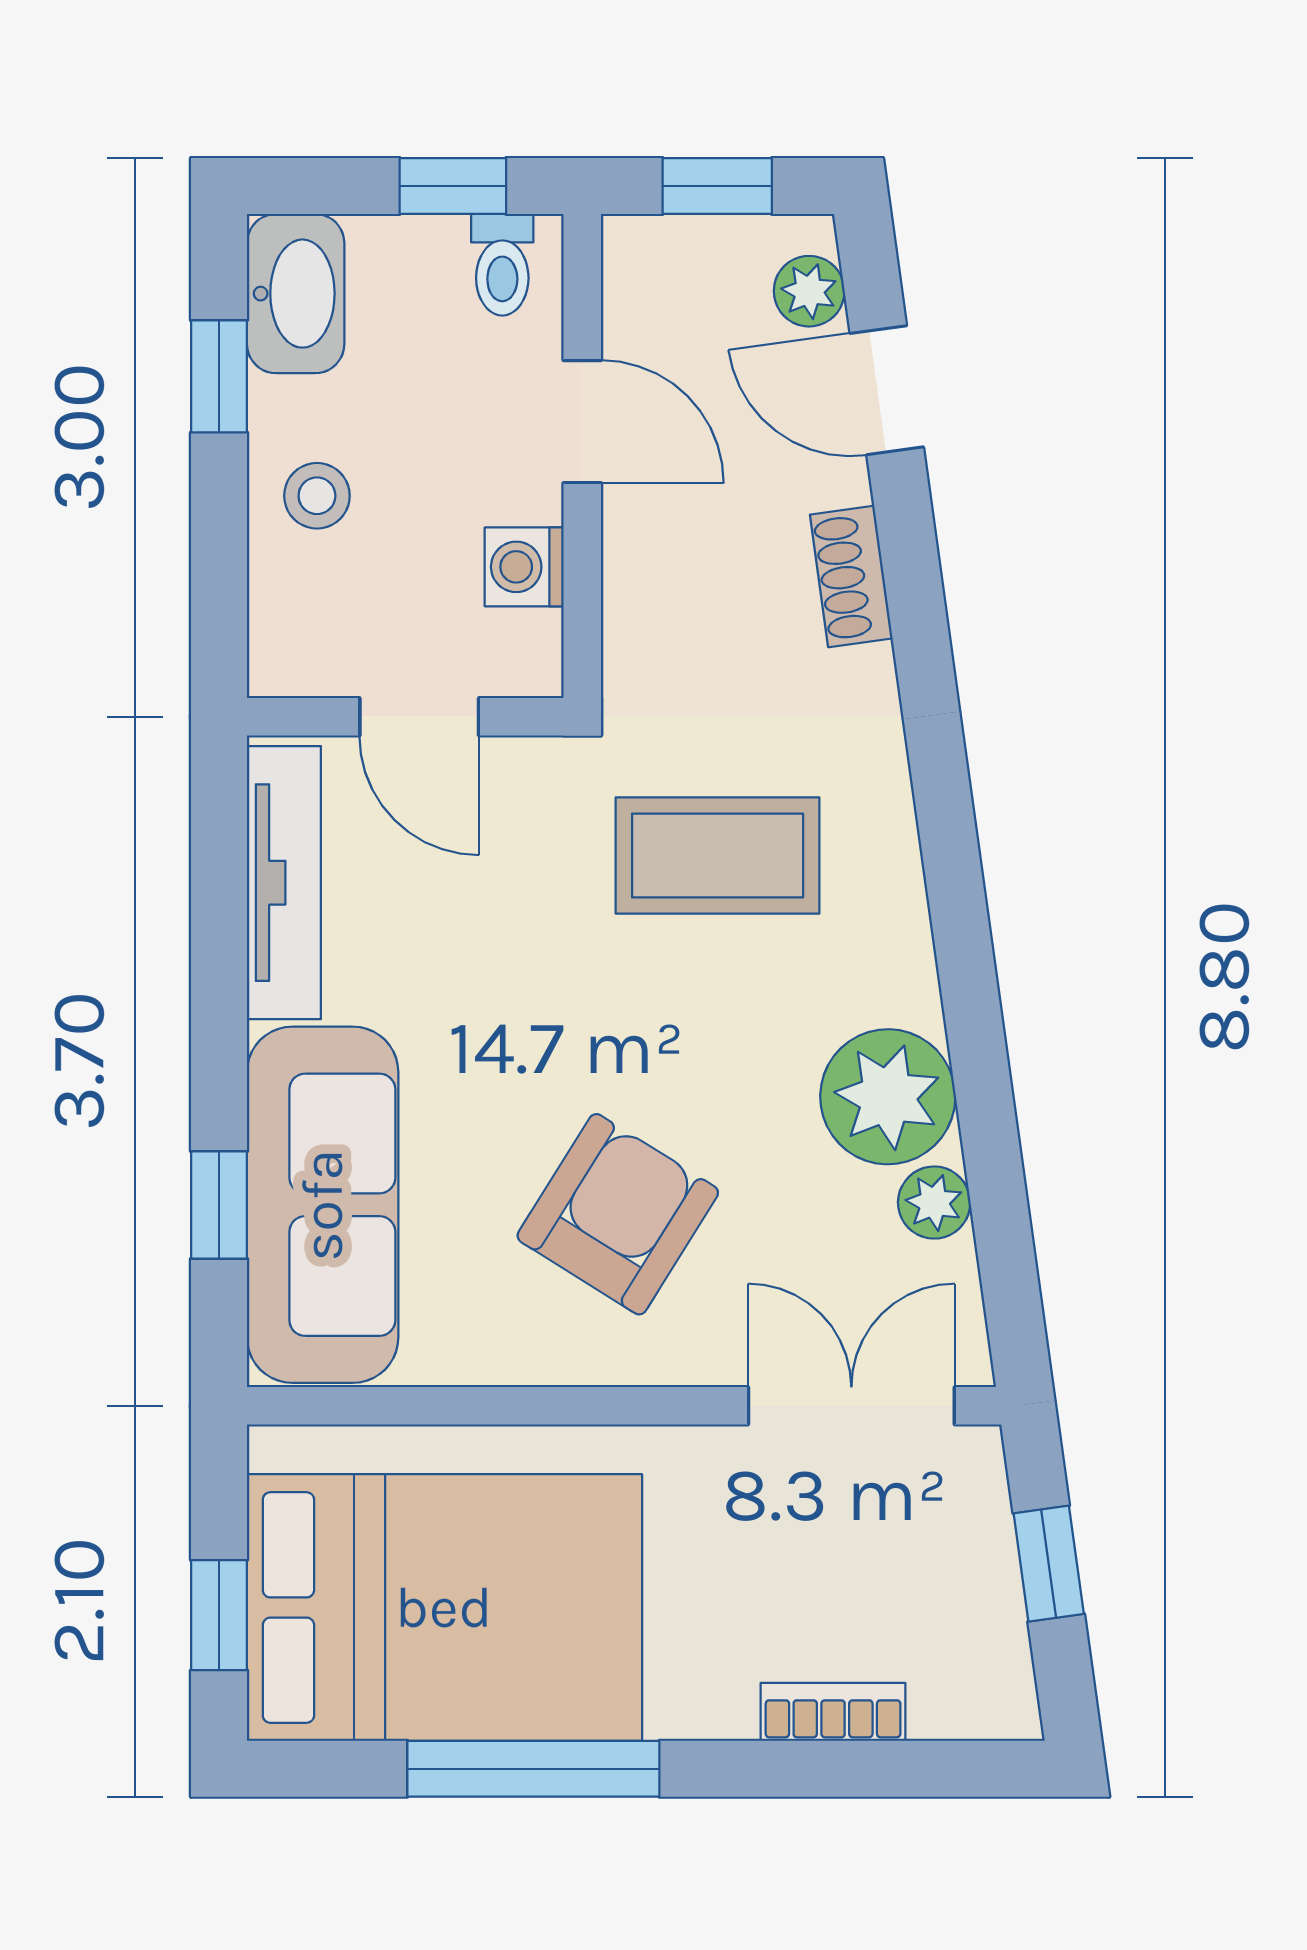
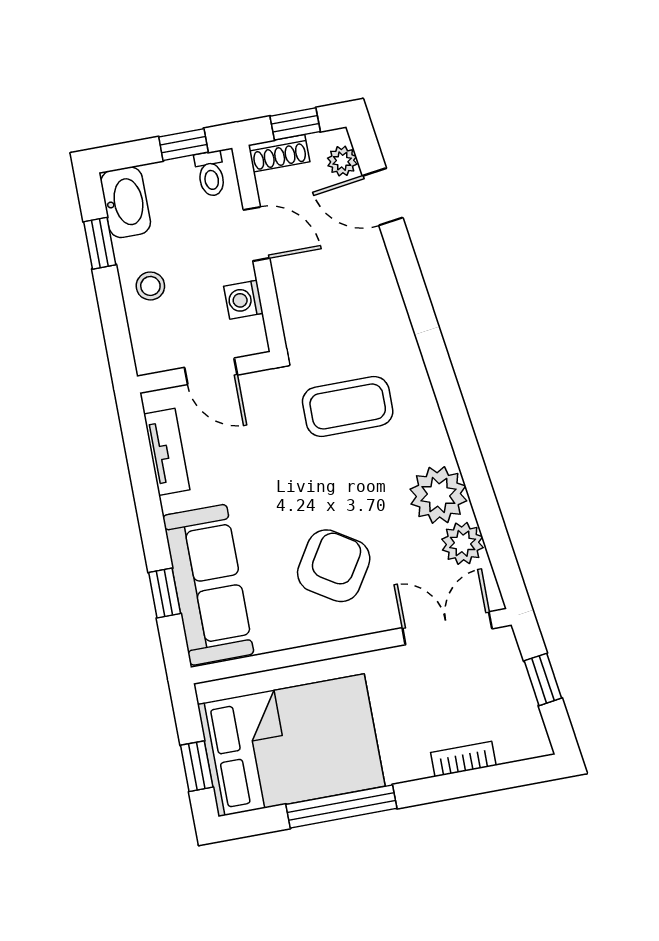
shoe rack: (851, 577) -> (279, 153), moved, turned -82
tv unit: (284, 883) -> (167, 452), width x0.71
plant: (934, 1203) -> (463, 543), width x1.38, depth x1.38

